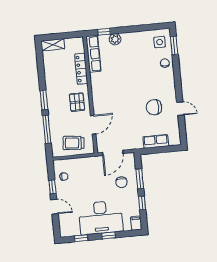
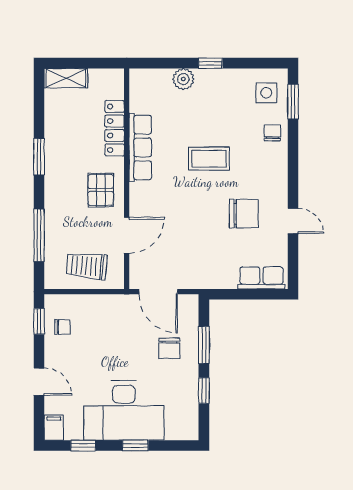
window: (104, 32) -> (210, 63), moved
row of seats: (93, 54) -> (140, 147), moved
coffee table: (133, 80) -> (209, 159), added
window: (44, 100) -> (39, 157), moved
chair: (154, 107) -> (244, 214), turned 180
row of seats: (156, 141) -> (261, 278), moved
door: (113, 153) -> (158, 292), hinge flipped
window: (52, 187) -> (39, 321), moved
filing cabinet: (136, 223) -> (54, 428), moved

